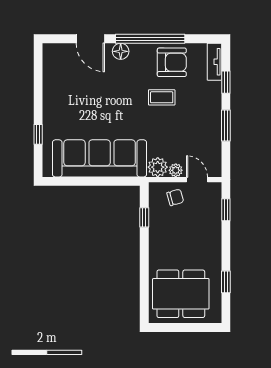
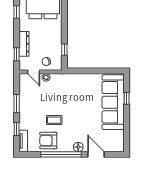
sofa: (100, 158) -> (113, 102), moved, turned 90
plant: (158, 167) -> (57, 79), removed
dresser: (213, 228) -> (24, 44), added

